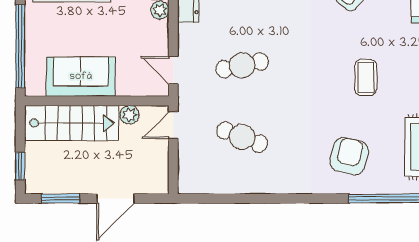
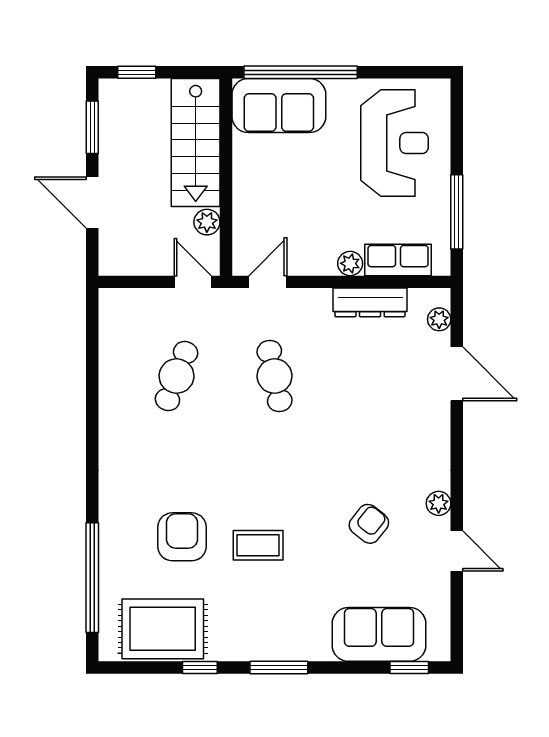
sofa: (81, 77) -> (279, 105), moved, turned 90
armchair: (349, 156) -> (182, 537), moved, turned -104

